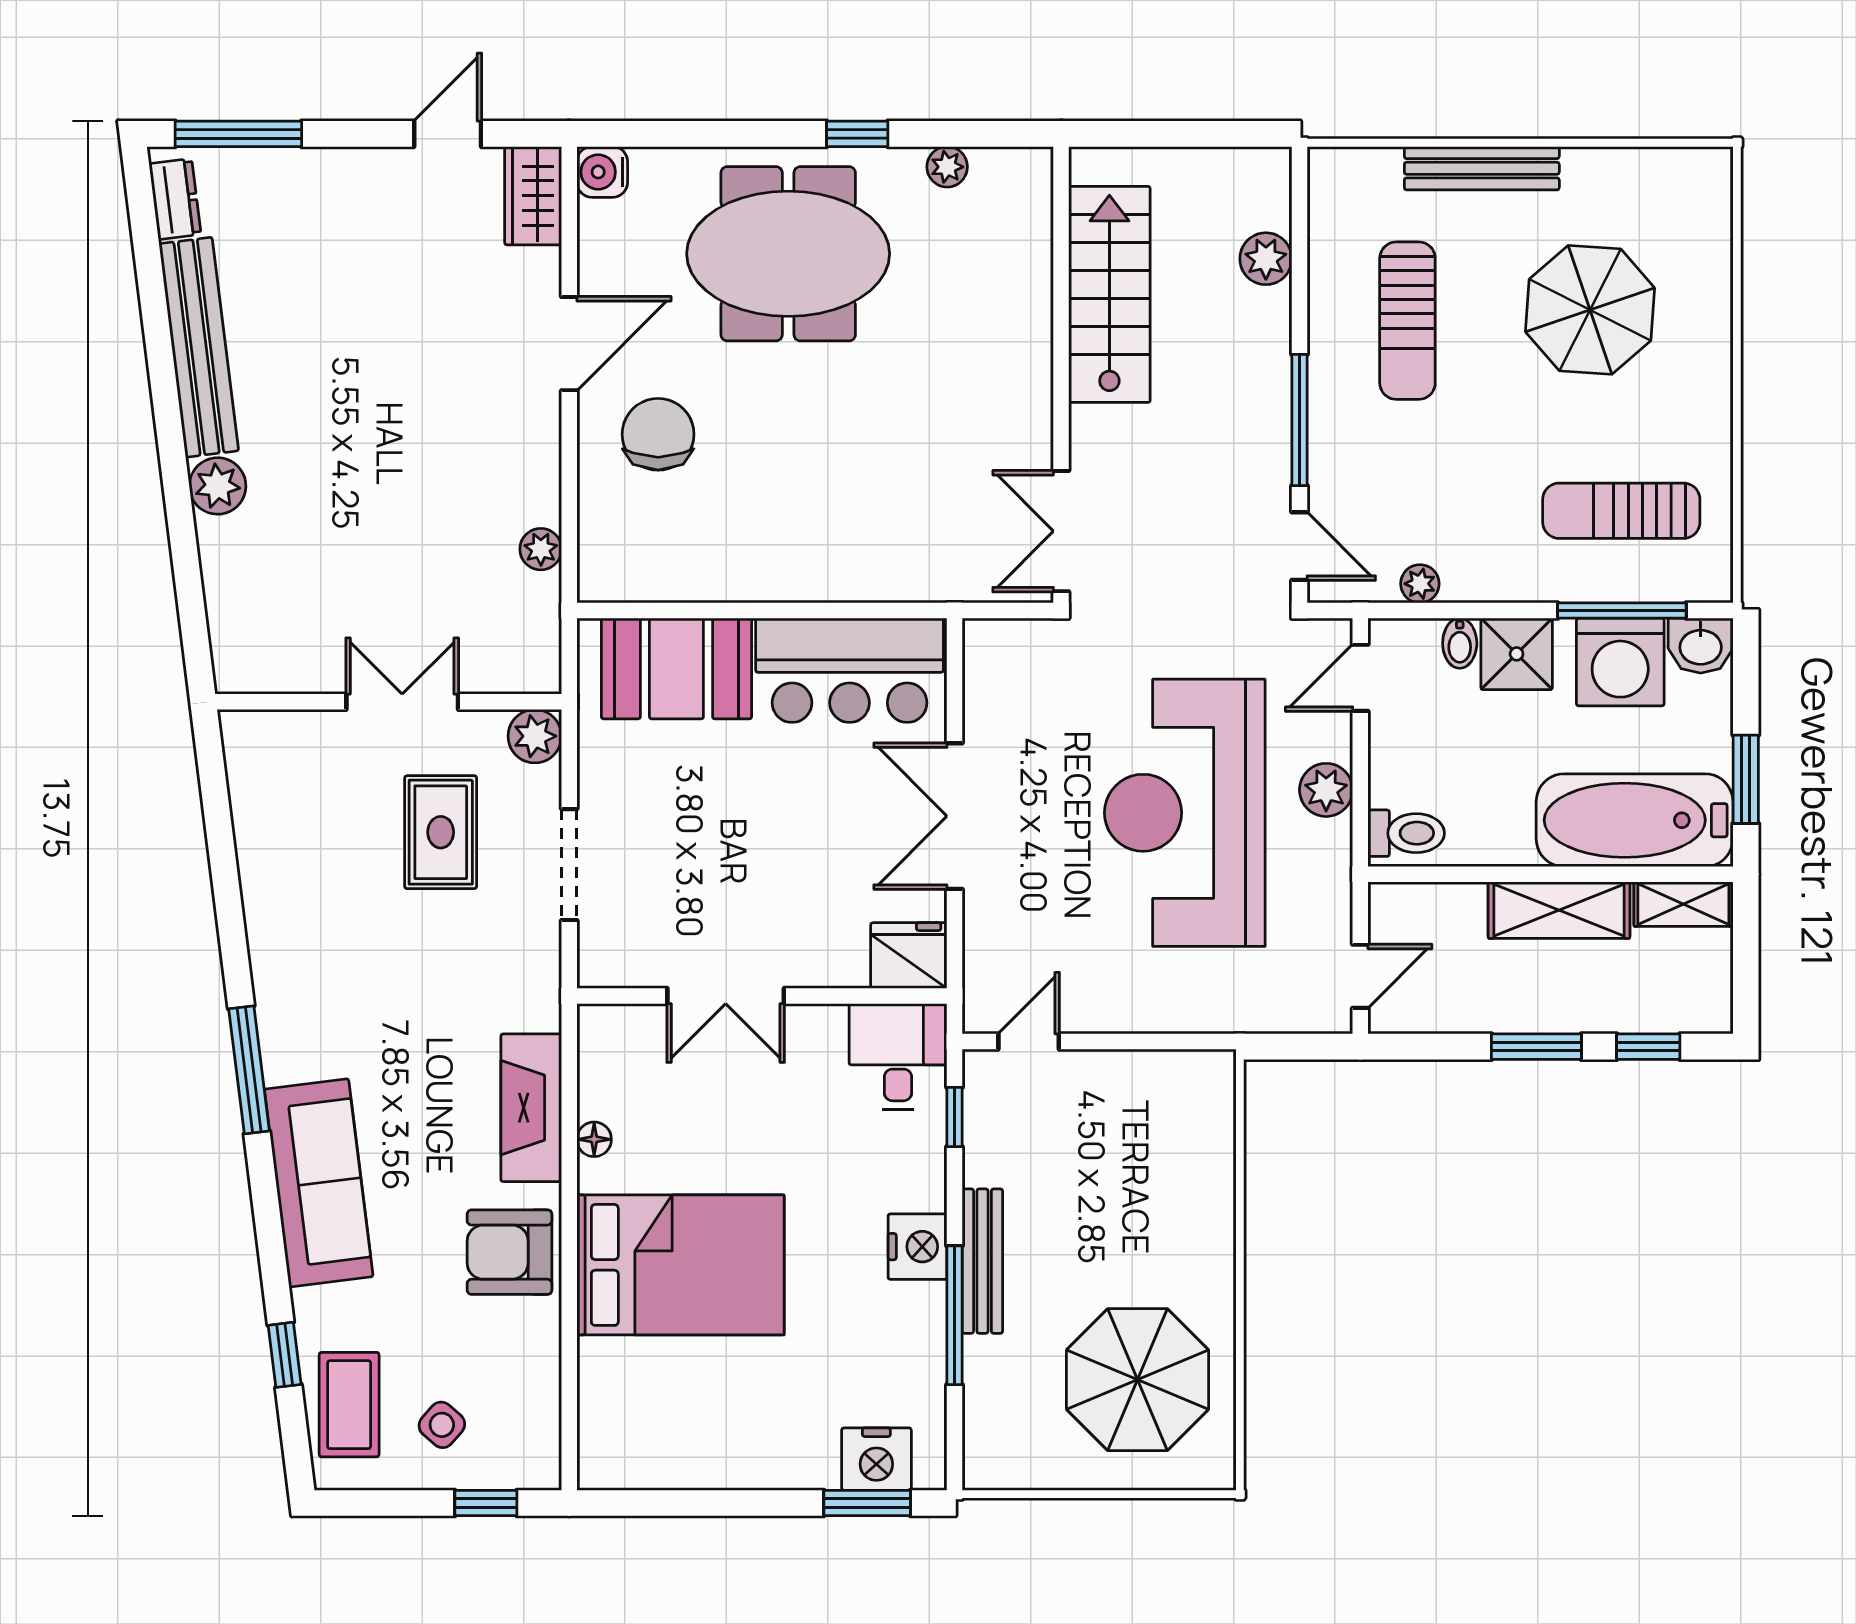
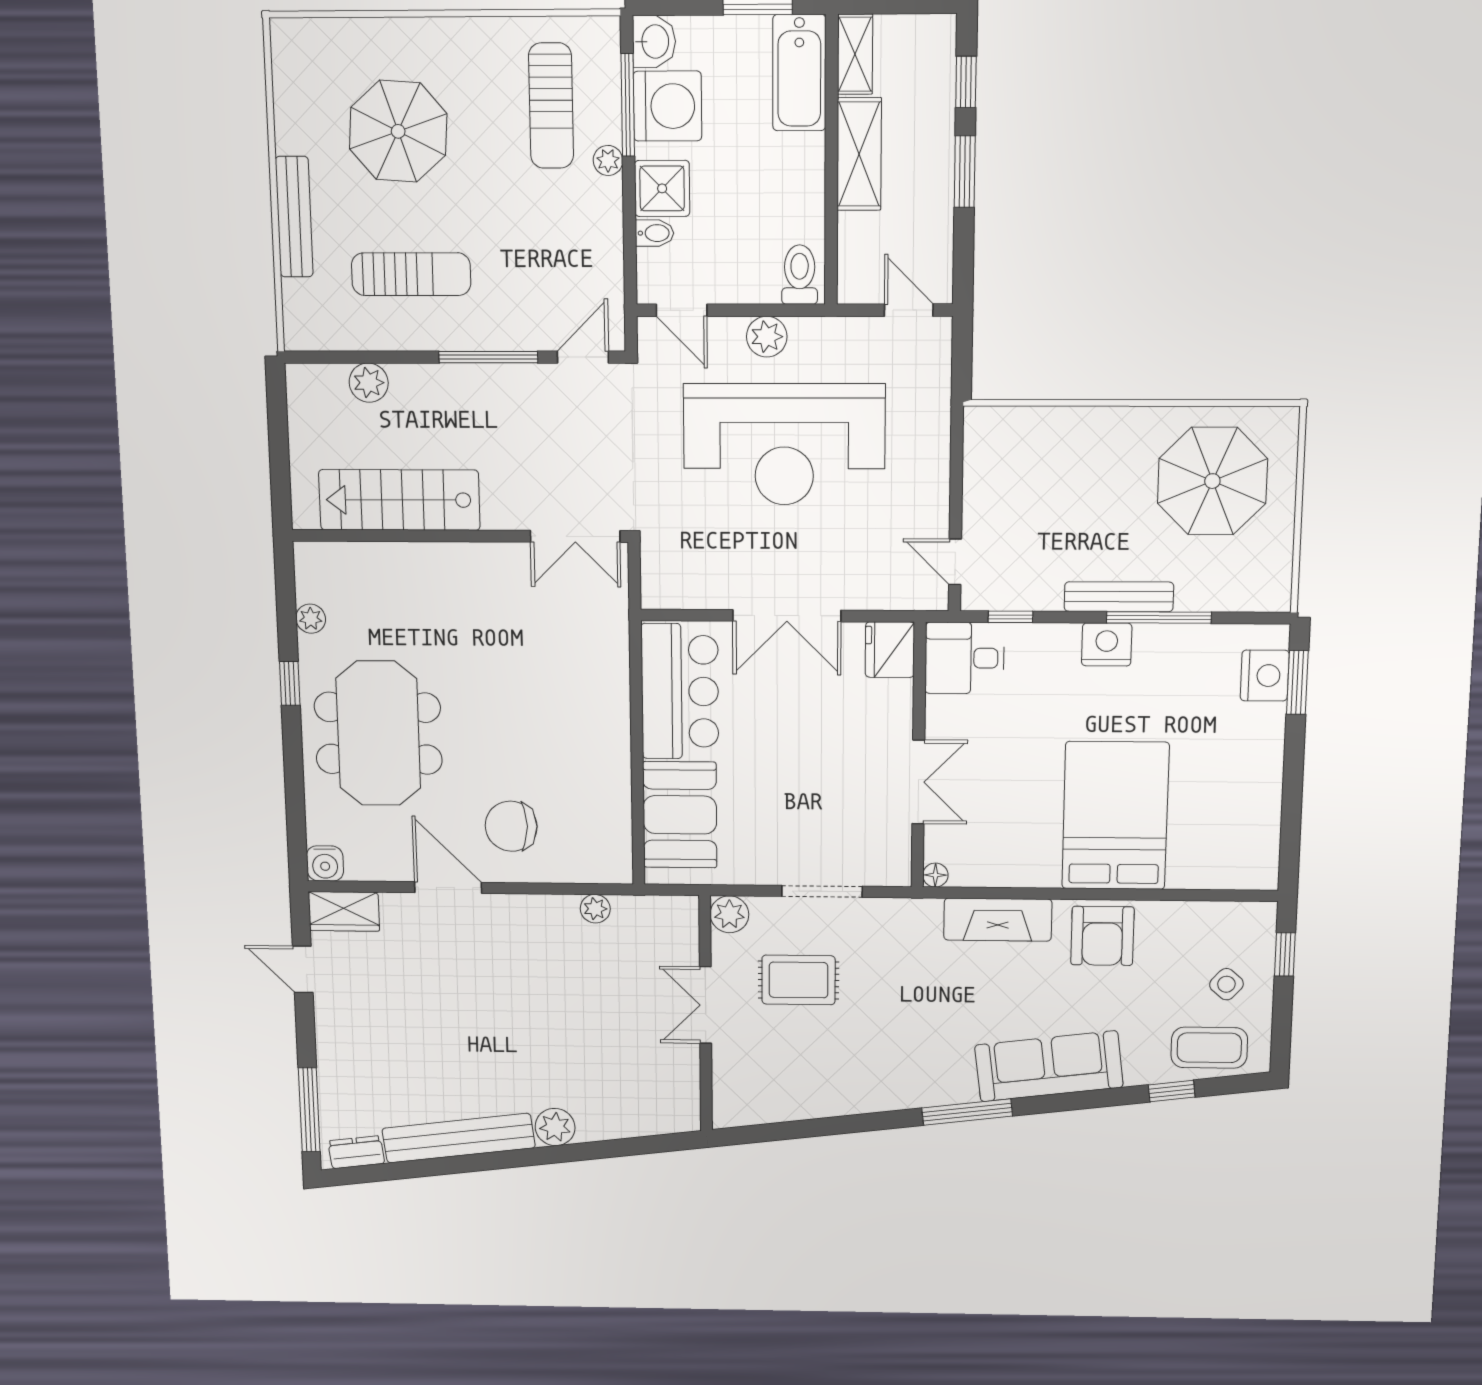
plant: (1420, 584) -> (608, 161), moved
bathtub: (1635, 820) -> (799, 73), width x0.73, depth x0.73
floor lamp: (594, 1139) -> (935, 875), moved

